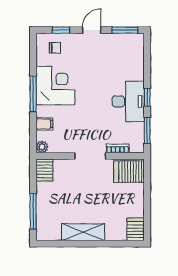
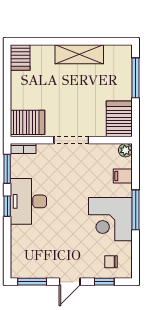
bookcase: (118, 148) -> (23, 148), moved
server rack: (44, 170) -> (119, 119), width x1.36, depth x1.44

